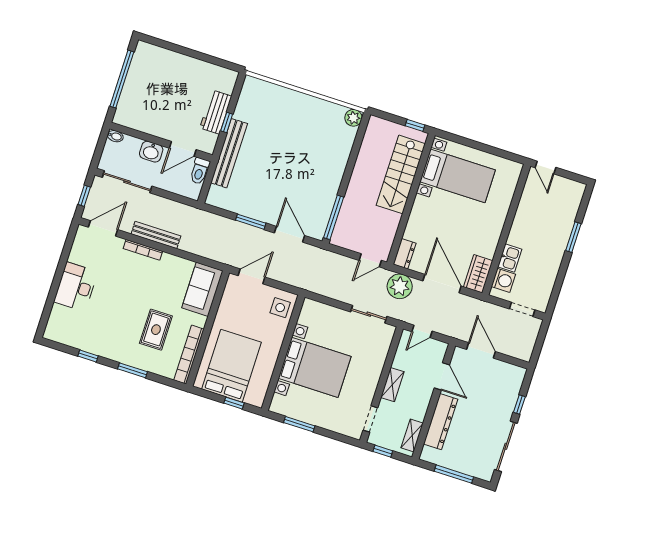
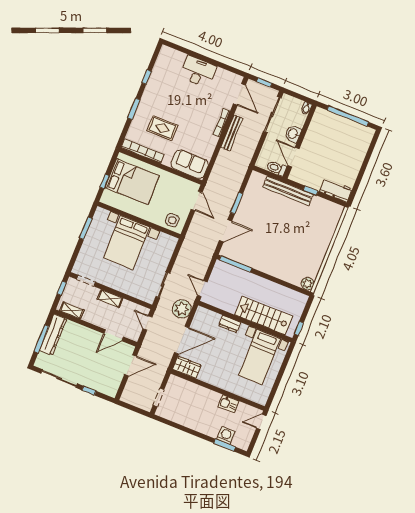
workbench: (216, 112) -> (336, 190), moved
window: (573, 237) -> (225, 445), moved
dresser: (405, 254) -> (230, 324), moved
kitchen sink: (510, 258) -> (228, 404), moved
washing machine: (503, 280) -> (226, 435), moved, turned 180
dresser: (441, 422) -> (53, 335), moved, turned -90

